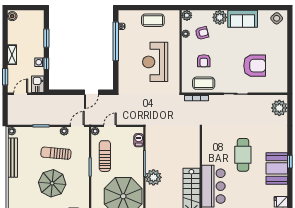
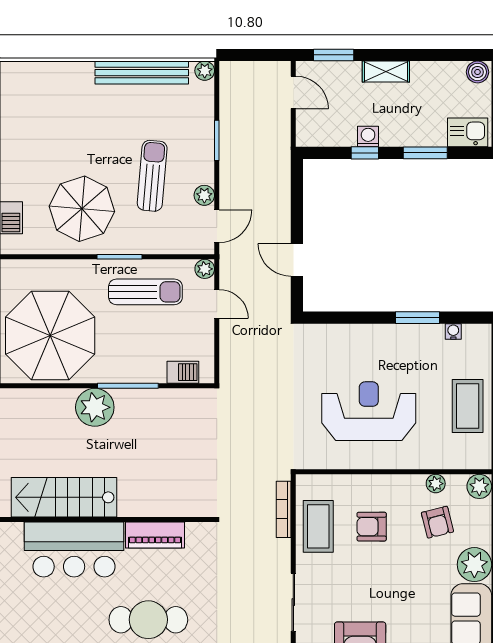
window: (116, 41) -> (418, 318), width x0.47
kitchen sink: (38, 84) -> (468, 132), moved
door: (77, 126) -> (217, 226), hinge flipped
piano: (207, 152) -> (155, 535), added
parasol: (52, 183) -> (82, 209), moved

